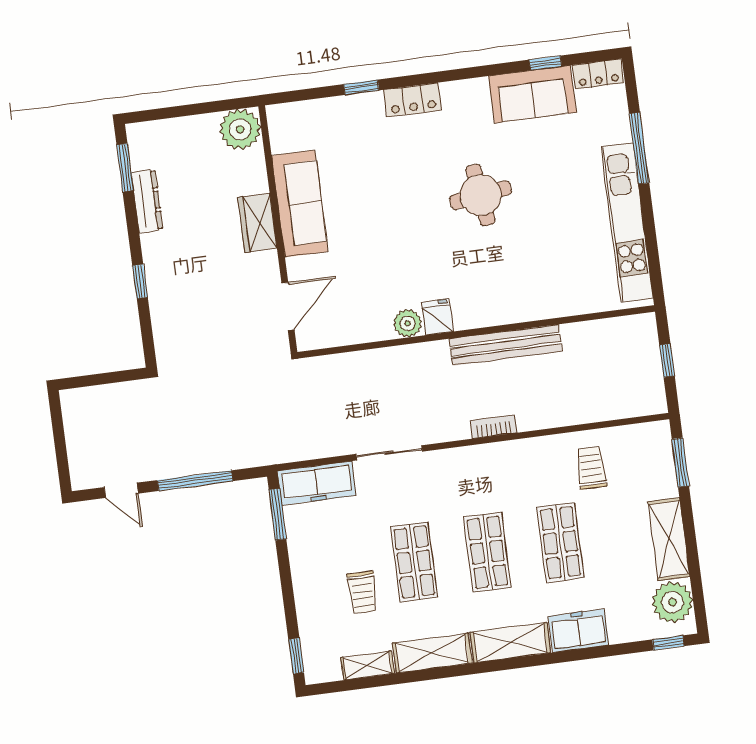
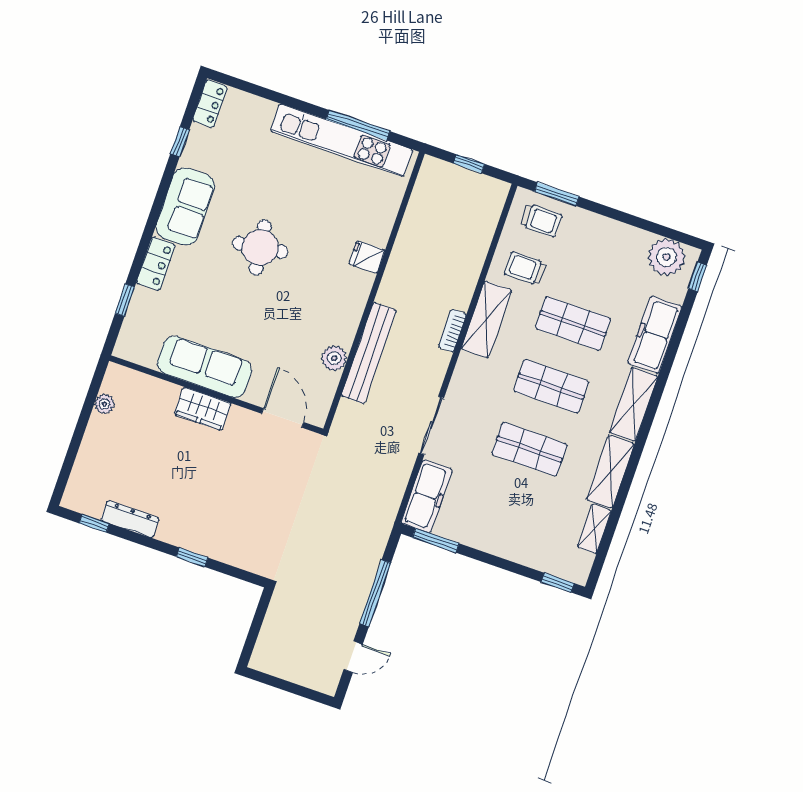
sofa: (532, 94) -> (185, 206), moved
plant: (240, 129) -> (104, 404), width x0.53, depth x0.53
window: (639, 148) -> (358, 125), moved
window: (125, 168) -> (94, 523), width x0.67
sofa: (300, 204) -> (204, 367), moved
wardrobe: (257, 223) -> (203, 409), moved
wall: (278, 229) -> (216, 395), moved
door: (288, 306) -> (283, 418), moved
fridge: (437, 317) -> (367, 257), moved
bench: (505, 345) -> (369, 353), moved
shelving: (669, 539) -> (486, 319), moved, turned 90
trolley: (362, 592) -> (541, 220), moved
freezer: (579, 631) -> (655, 335), width x1.40

